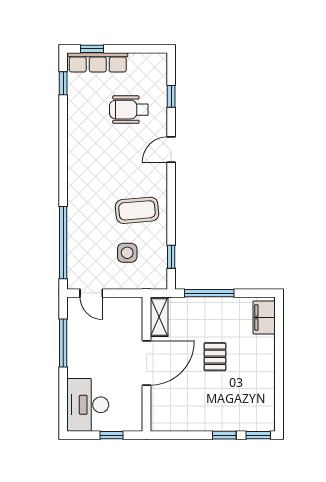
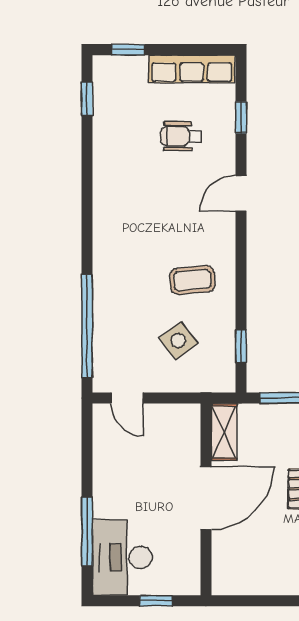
row of seats: (98, 62) -> (192, 69), moved
wheelchair: (129, 110) -> (181, 136), width x0.73, depth x0.73
coffee table: (137, 210) -> (192, 280), width x0.73, depth x0.77
side table: (127, 253) -> (178, 341), turned -37
window: (63, 343) -> (87, 531), moved

